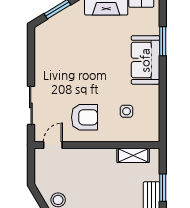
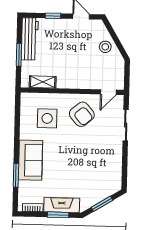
side table: (127, 111) -> (47, 118), width x1.87, depth x1.87
armchair: (85, 117) -> (82, 114), turned -130

